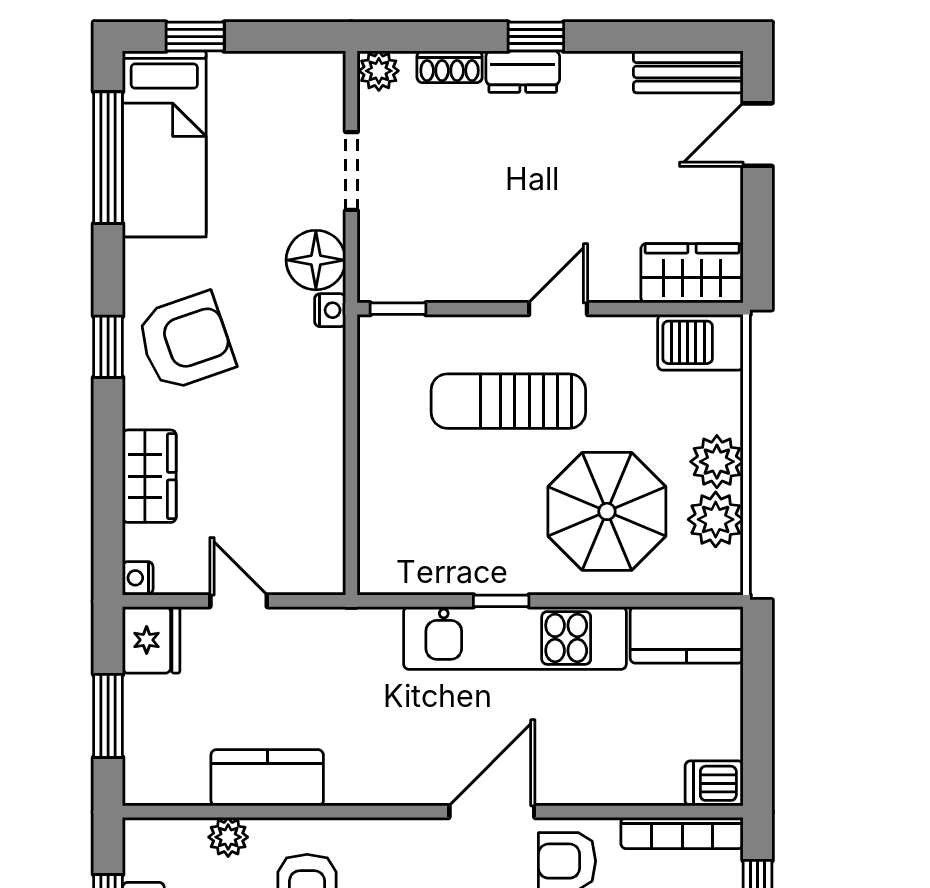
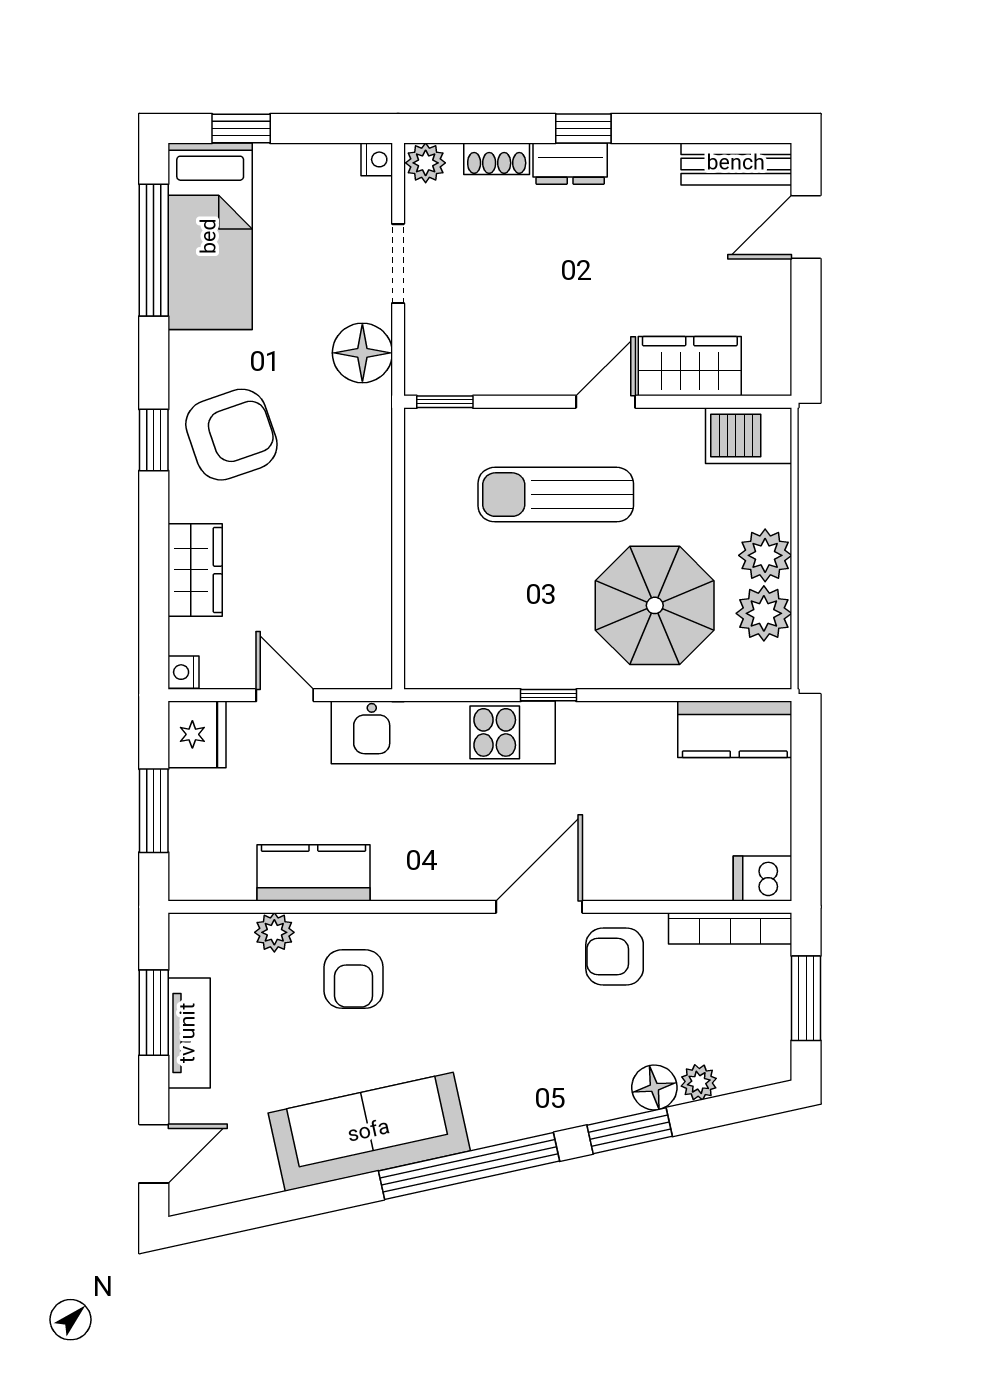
wardrobe: (692, 273) -> (690, 366), moved
nightstand: (330, 310) -> (377, 159), moved
kitchen unit: (515, 638) -> (443, 732), moved

